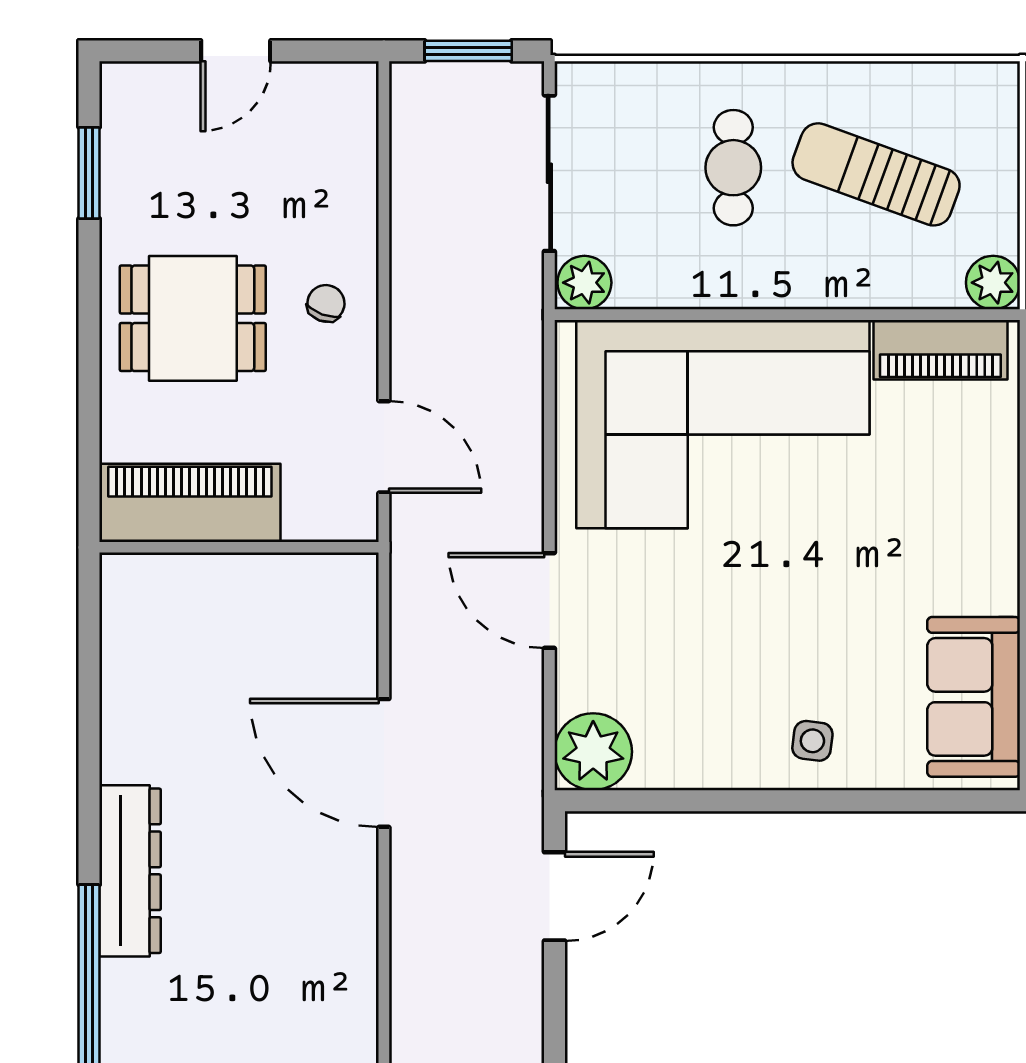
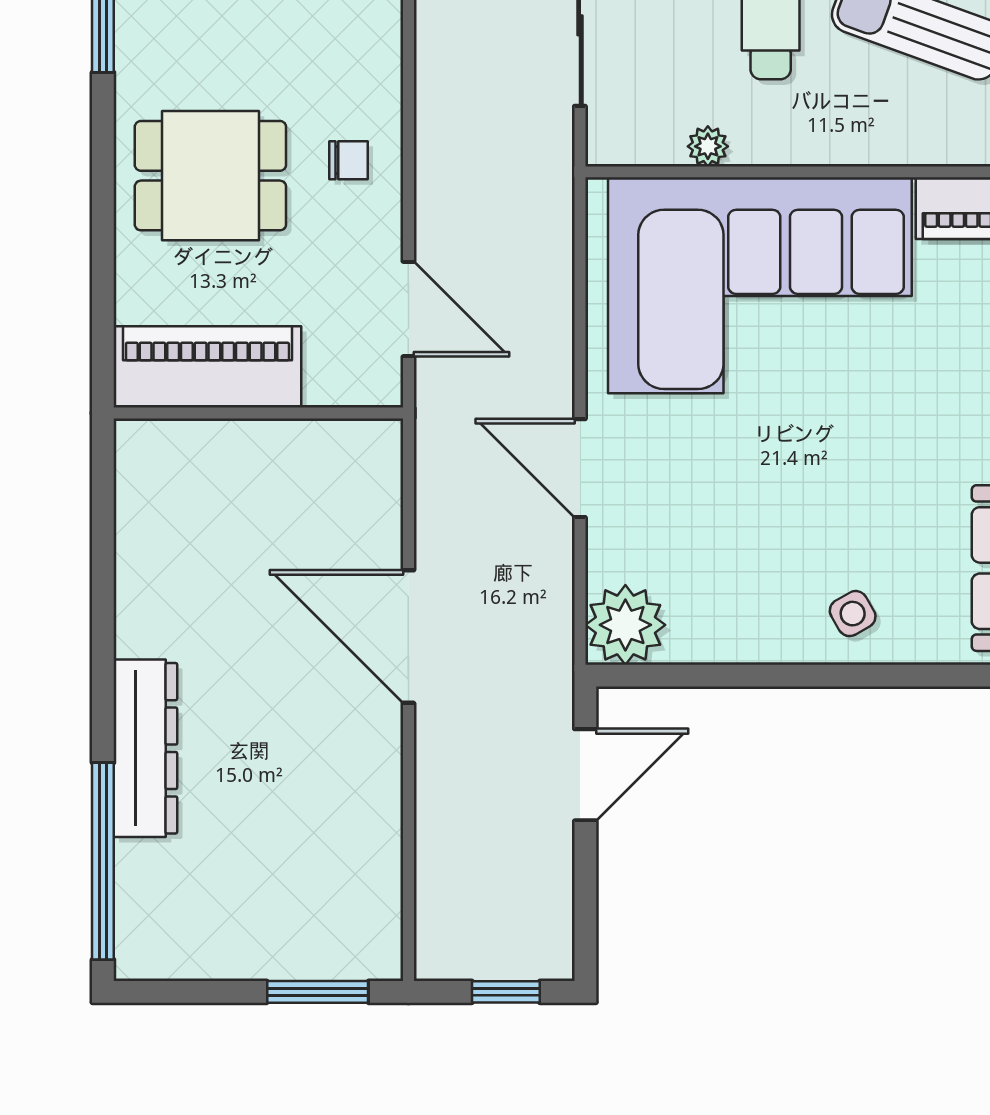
plant: (584, 283) -> (708, 146), moved, width x0.73, depth x0.73
chair: (326, 303) -> (348, 160), turned 70
side table: (812, 741) -> (853, 614), turned -37

